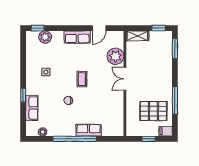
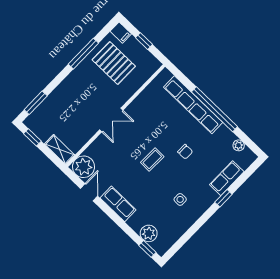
door: (99, 28) -> (89, 192), hinge flipped
plant: (115, 56) -> (84, 167), moved
row of seats: (89, 130) -> (193, 105), width x2.02

